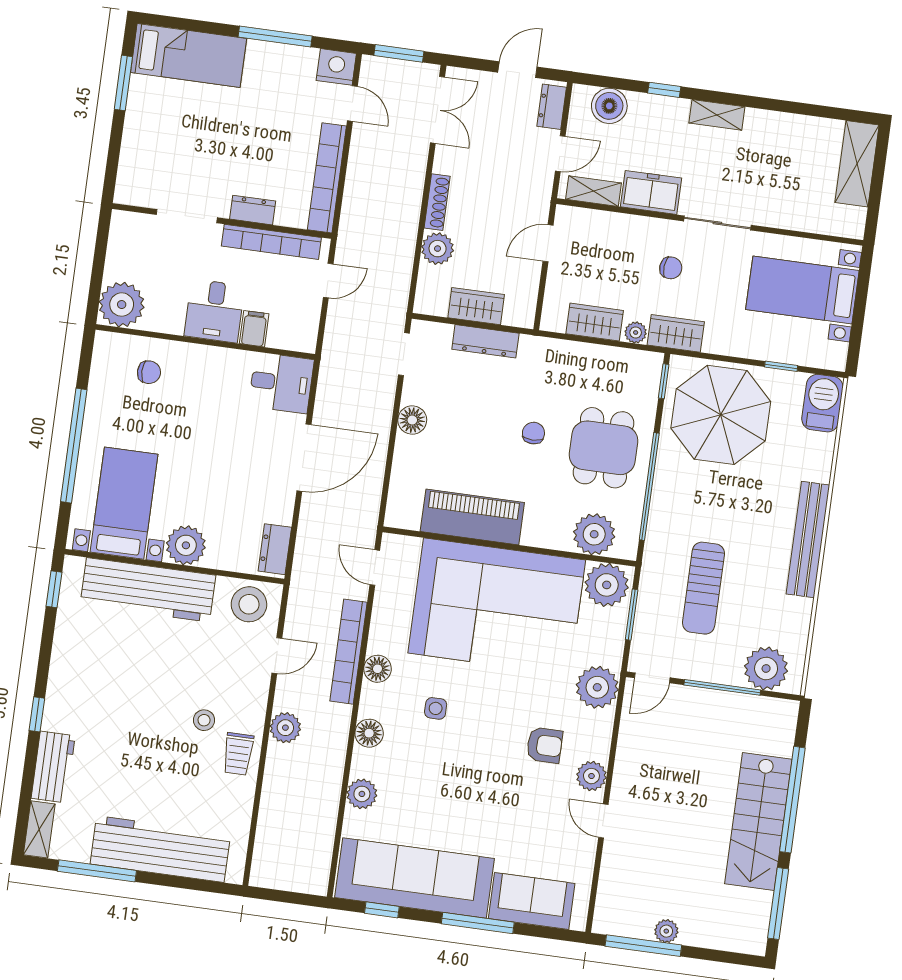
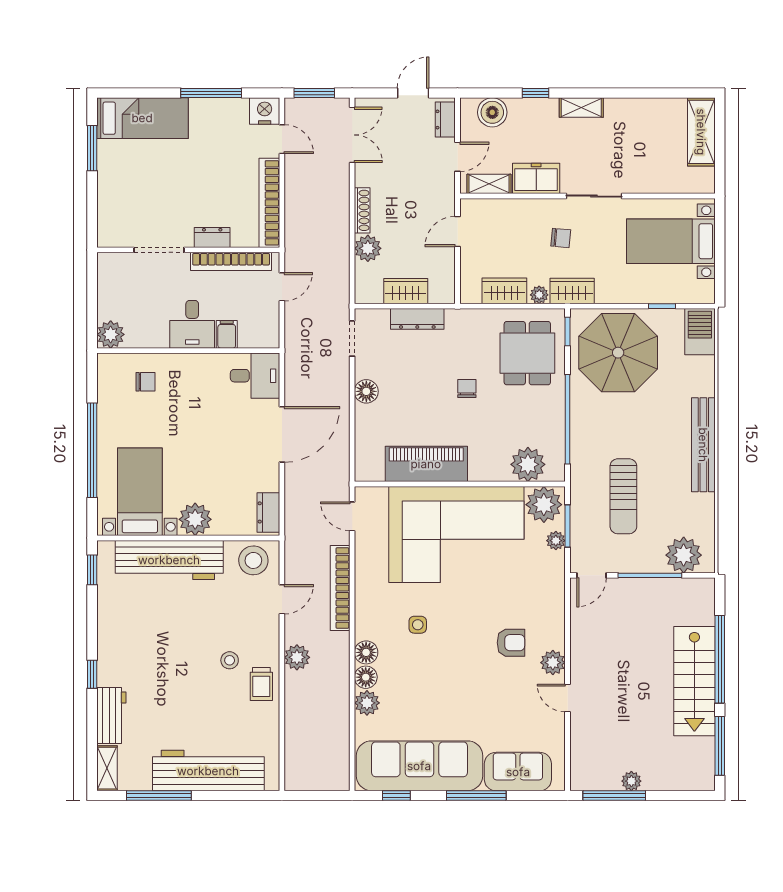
plant: (122, 305) -> (111, 334), width x0.73, depth x0.73
dining table: (603, 448) -> (527, 353), moved
floor lamp: (378, 669) -> (366, 677), moved
plant: (597, 687) -> (556, 541), moved, width x0.53, depth x0.53

